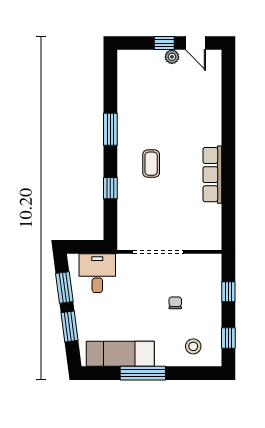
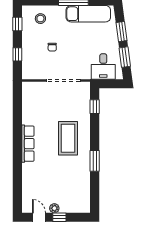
coffee table: (151, 164) -> (68, 138), width x1.86, depth x1.72
row of seats: (212, 175) -> (28, 144), moved
window: (110, 188) -> (95, 107), moved

